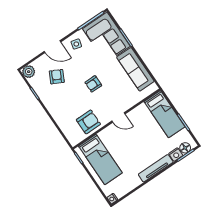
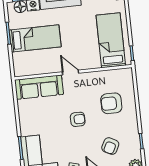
sofa: (135, 69) -> (39, 87), moved, turned 90
bed: (165, 114) -> (35, 38), moved, turned 90
armchair: (88, 122) -> (111, 103), moved

